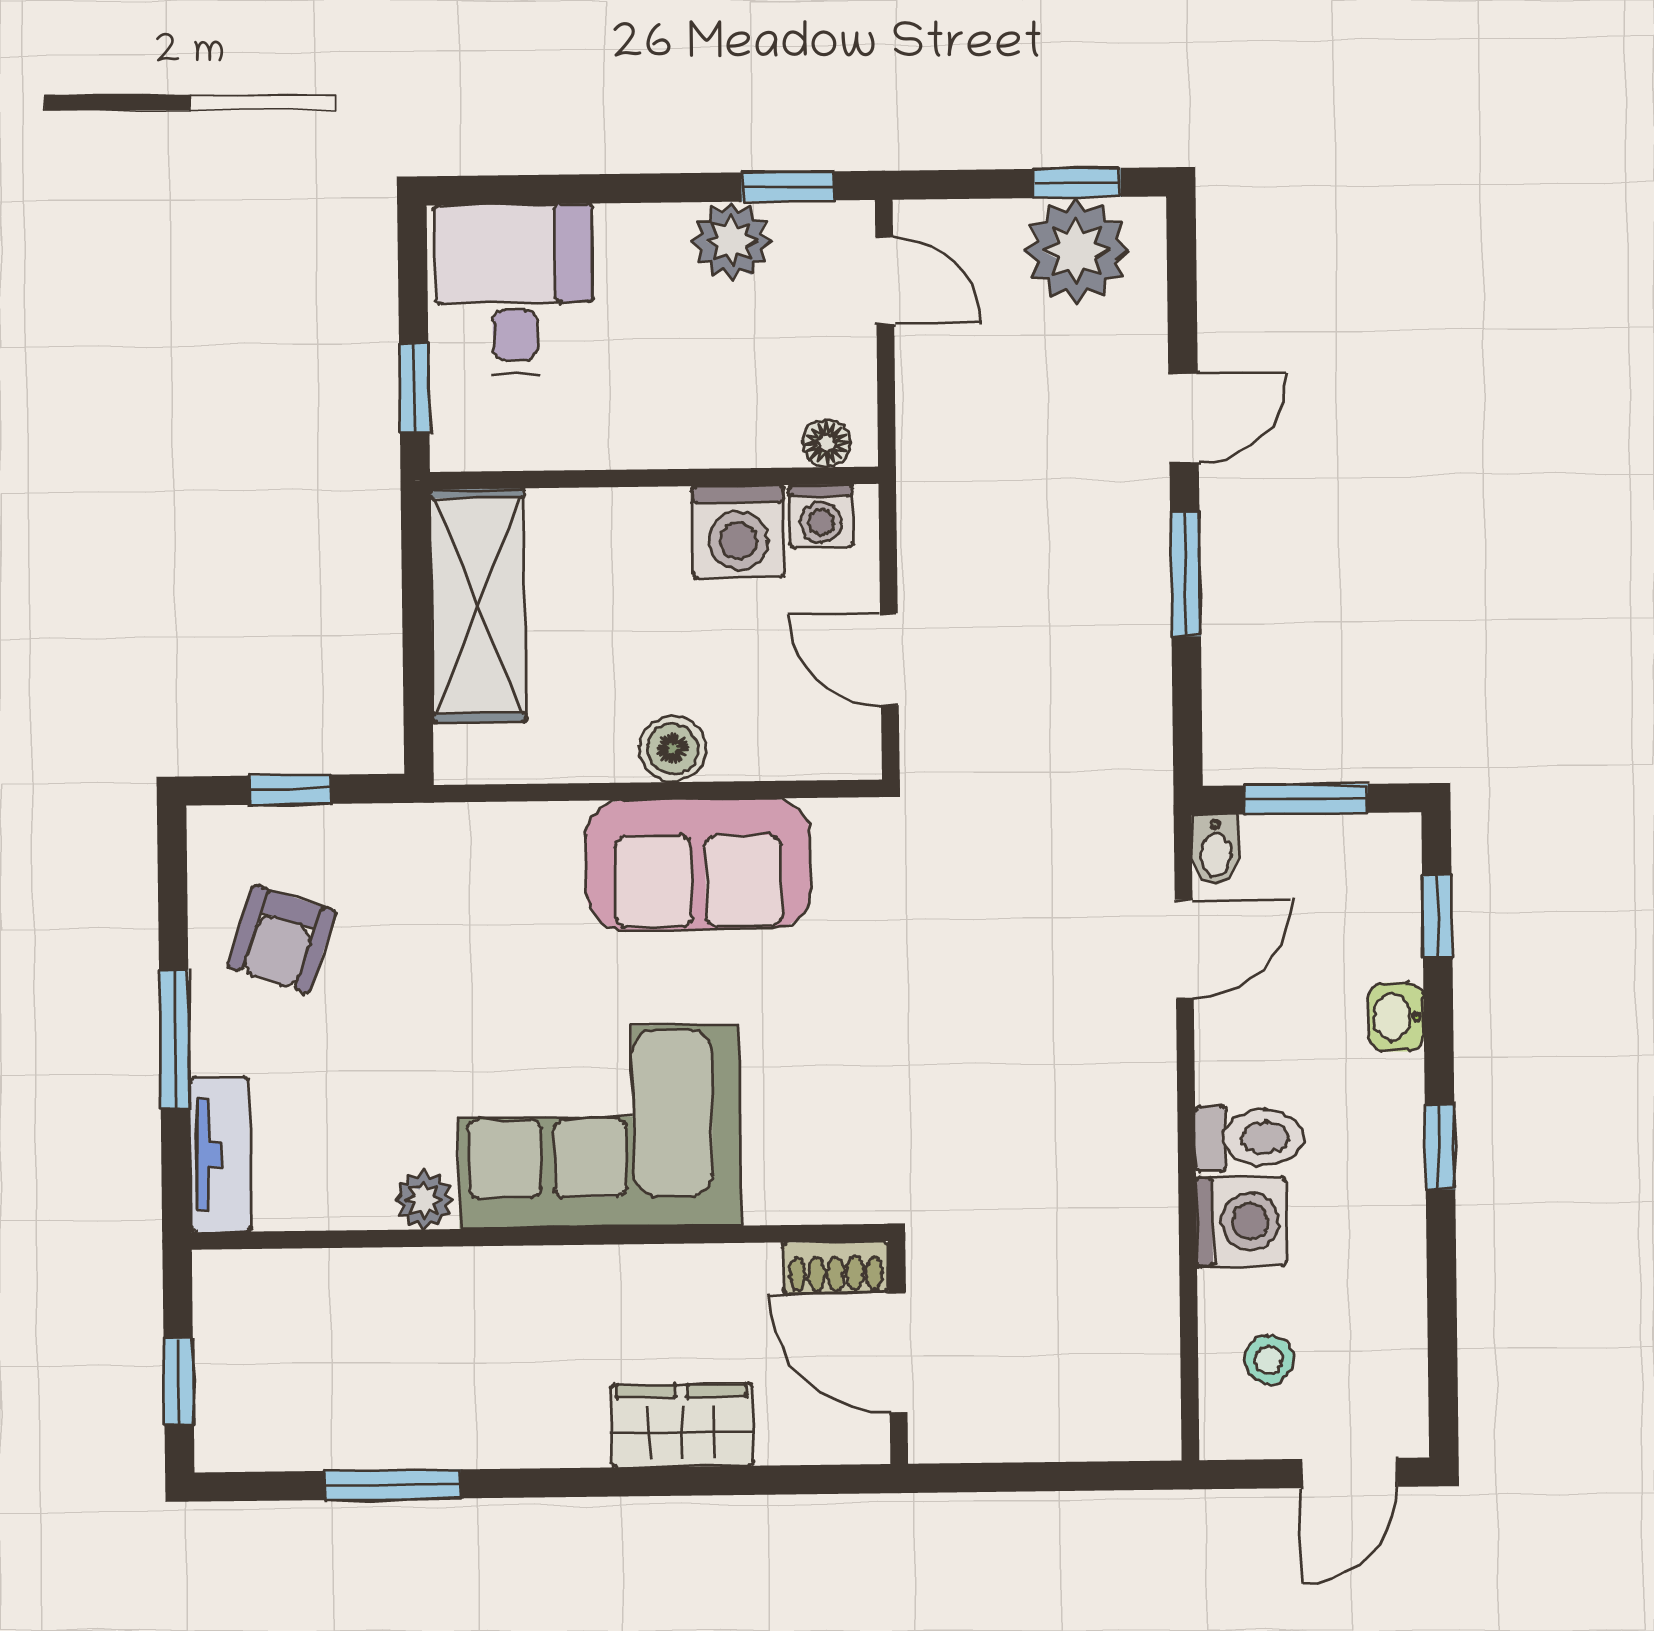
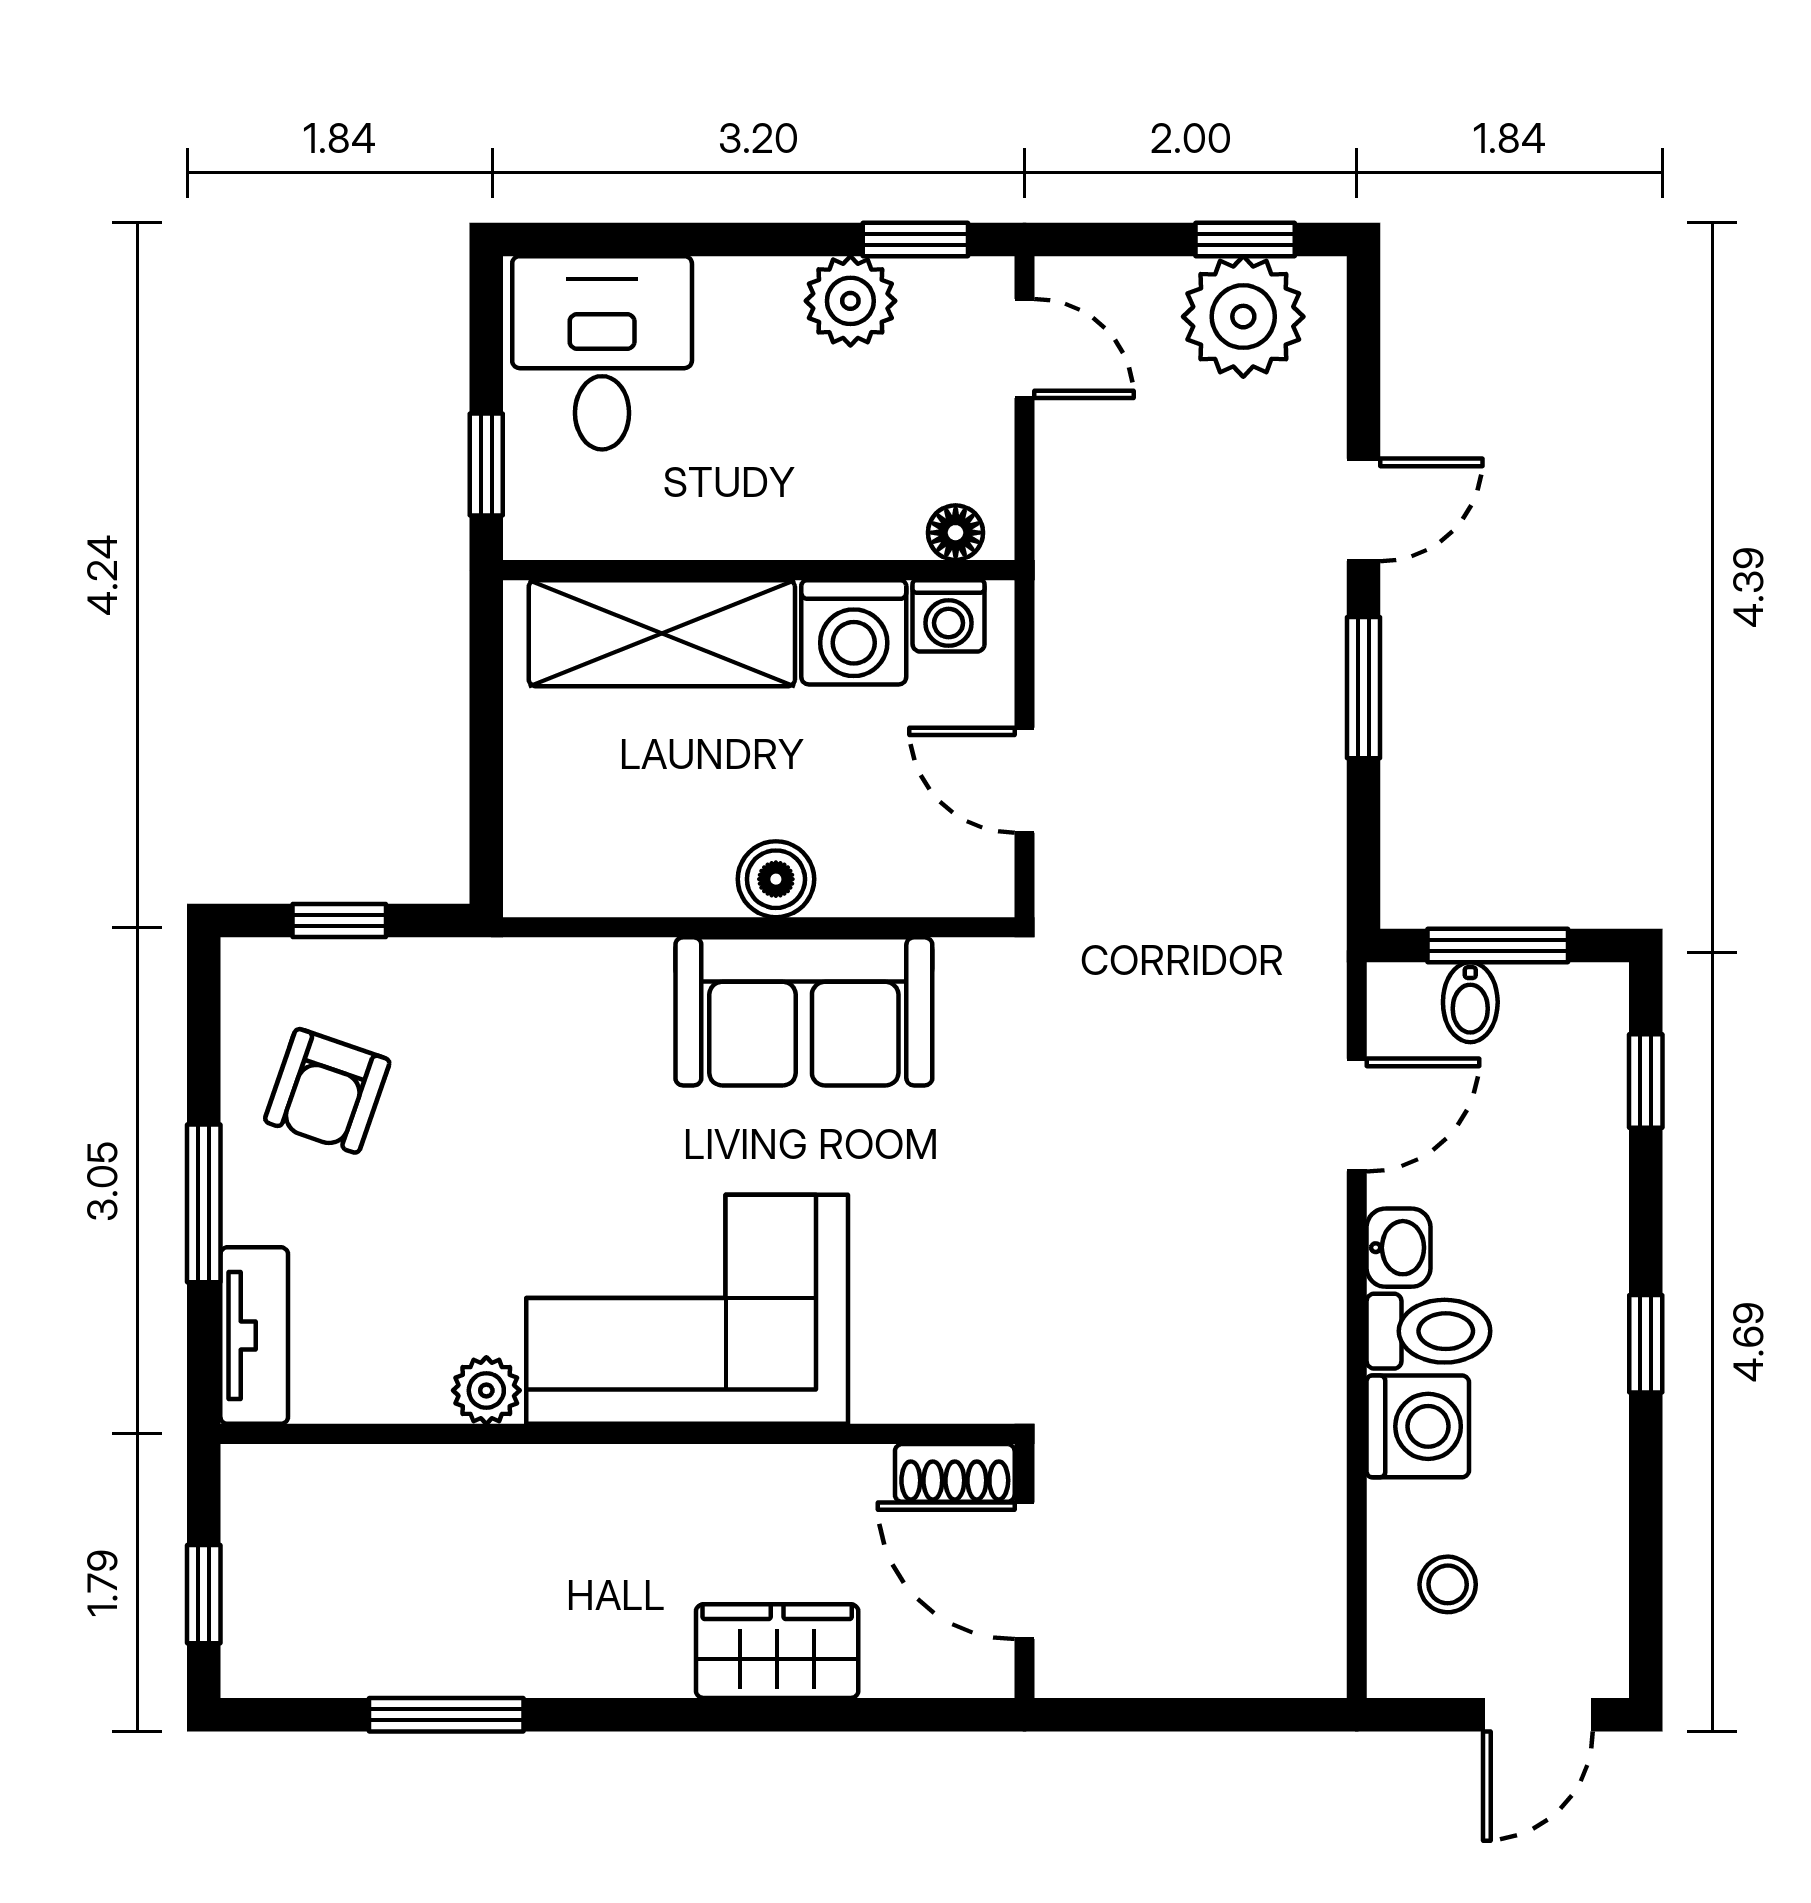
shelving: (478, 605) -> (662, 633), moved, turned 90
bidet: (1216, 850) -> (1470, 1002), moved
washbasin: (1396, 1017) -> (1399, 1248), moved, turned 180

